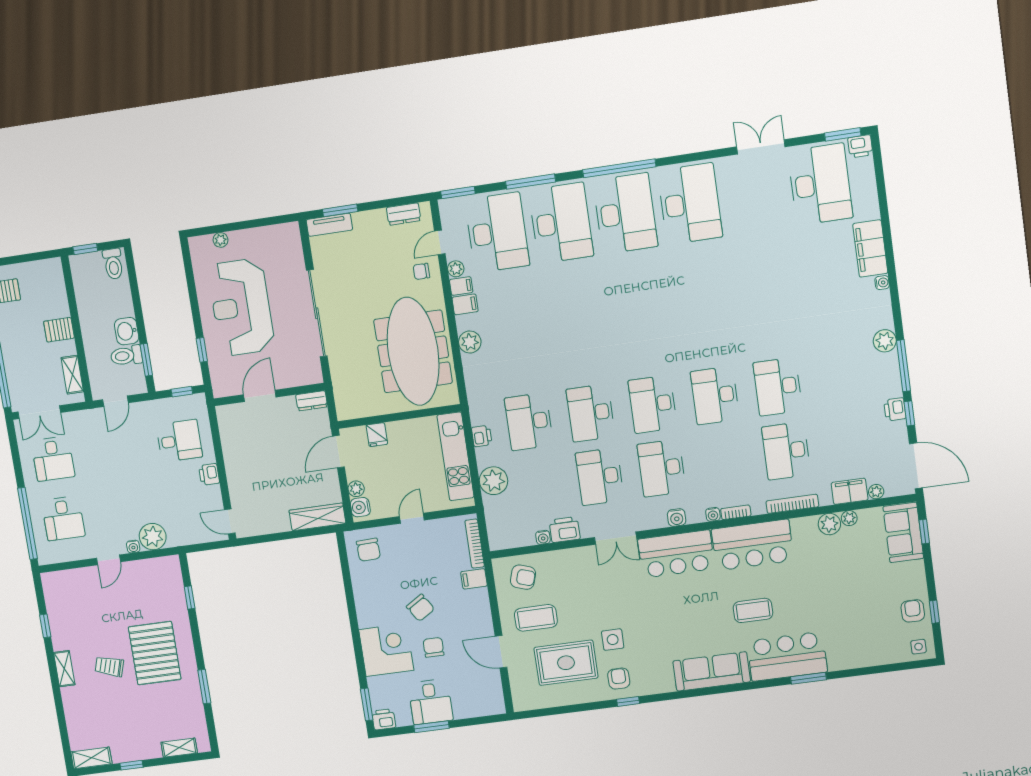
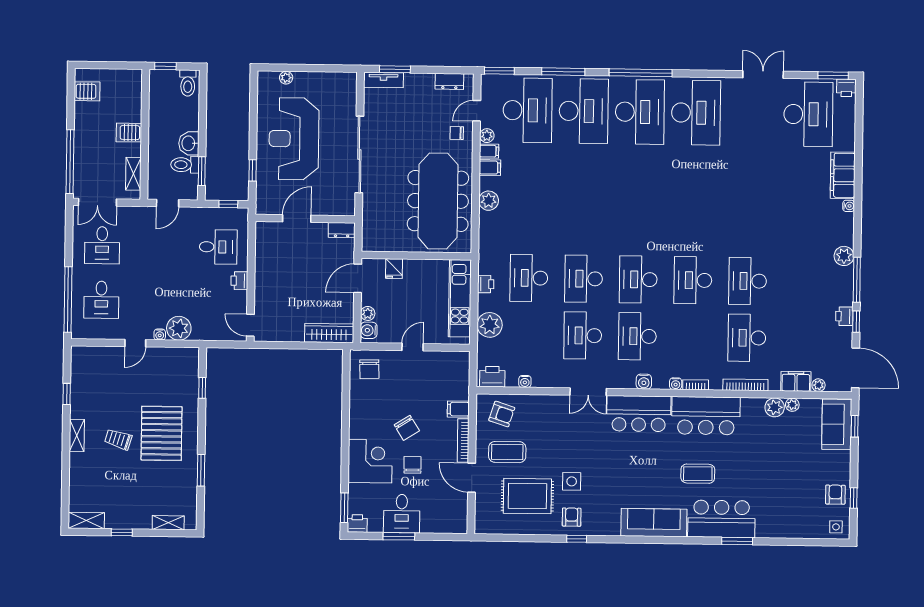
printer: (565, 530) -> (492, 377), moved
bookcase: (475, 544) -> (463, 440), moved

